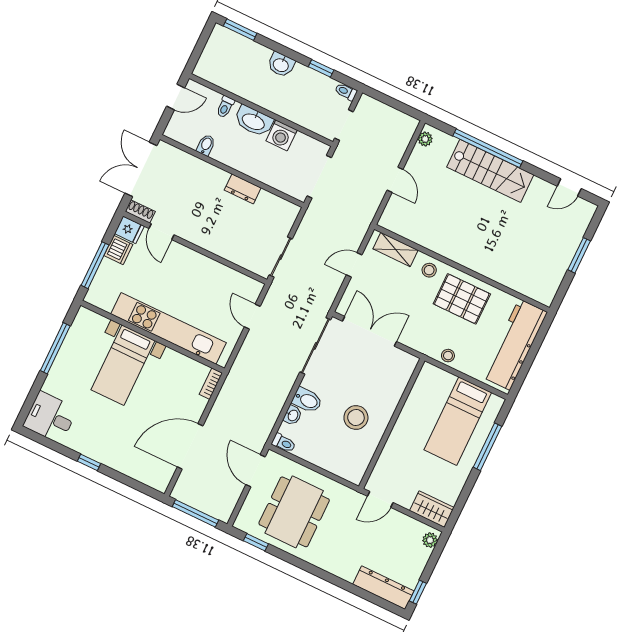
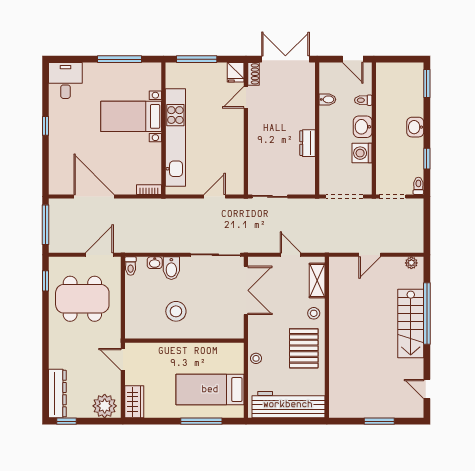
washbasin: (254, 121) -> (363, 127), width x0.72
dishwasher: (118, 250) -> (217, 71), removed
plant: (430, 540) -> (105, 406), width x1.88, depth x1.88

